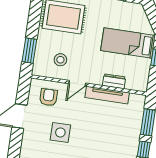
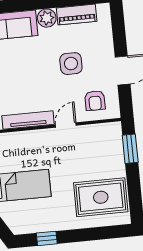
stool: (60, 60) -> (92, 147), removed
dresser: (114, 81) -> (24, 138), removed

